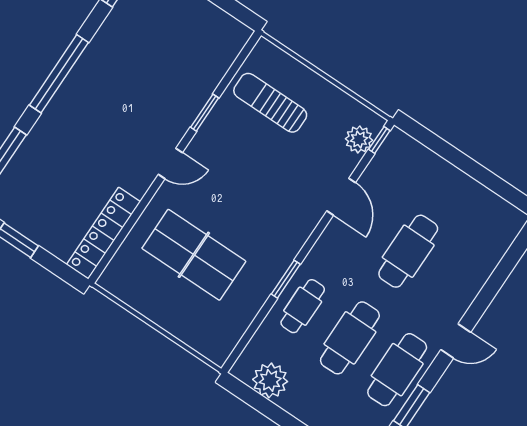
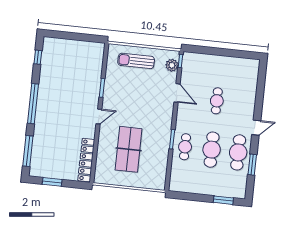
sun lounger: (270, 103) -> (136, 61), moved
cafe table: (408, 251) -> (217, 101), width x0.73, depth x0.74
table tennis table: (194, 255) -> (129, 149), turned 90
plant: (270, 380) -> (188, 185), removed

